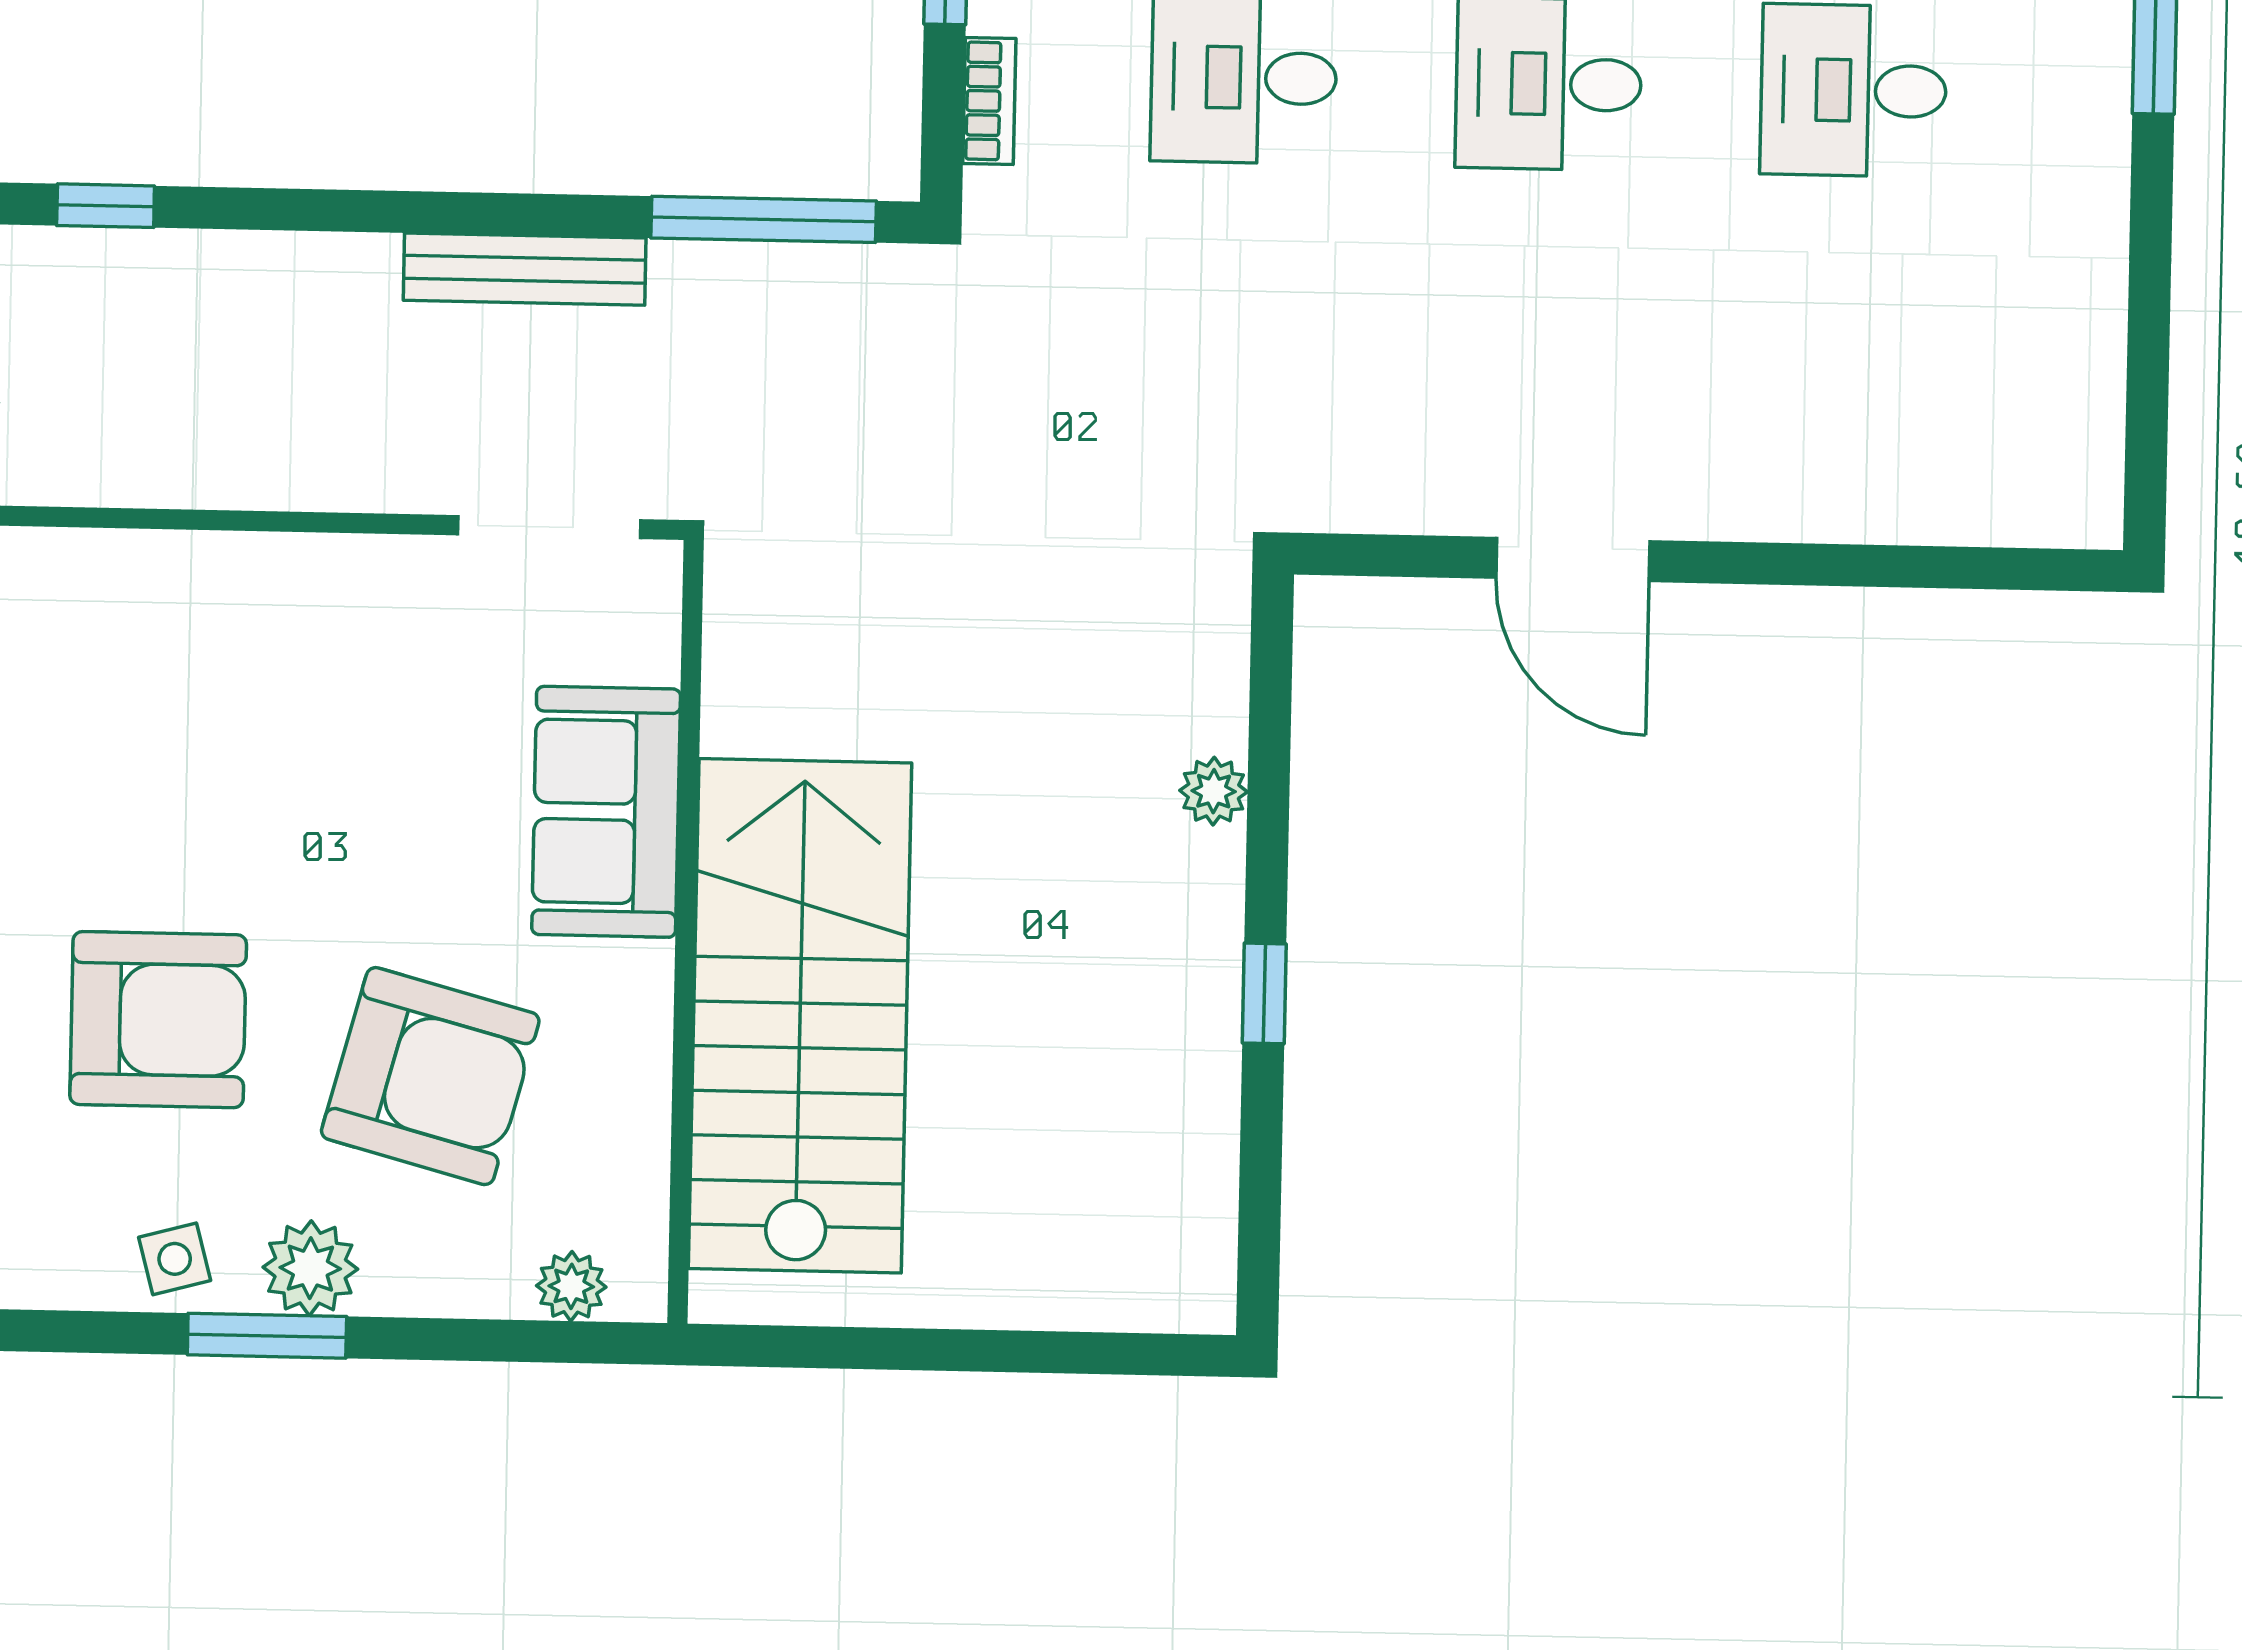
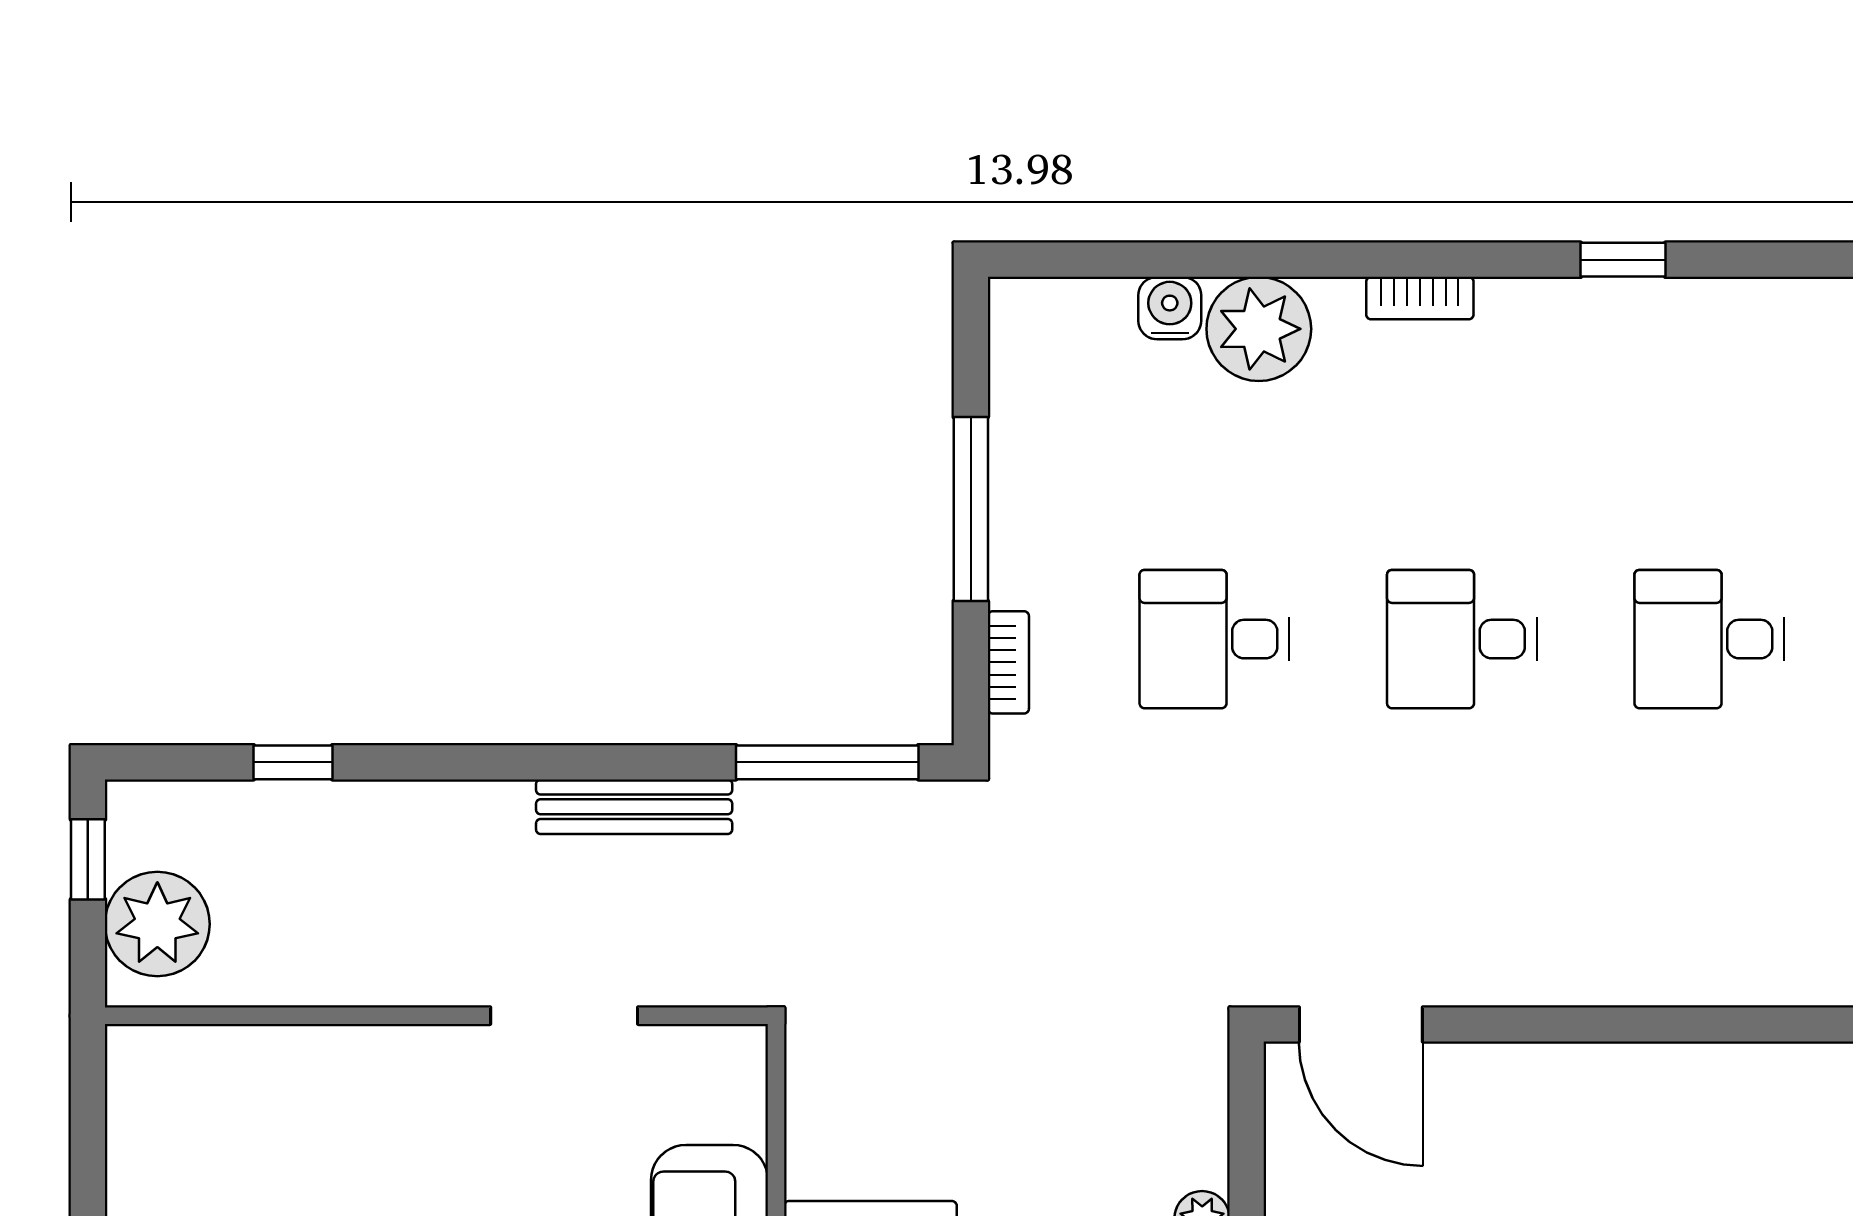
doorway: (549, 527) -> (564, 1016), moved
door: (1573, 559) -> (1361, 1024), moved

